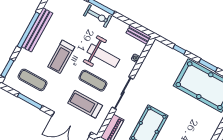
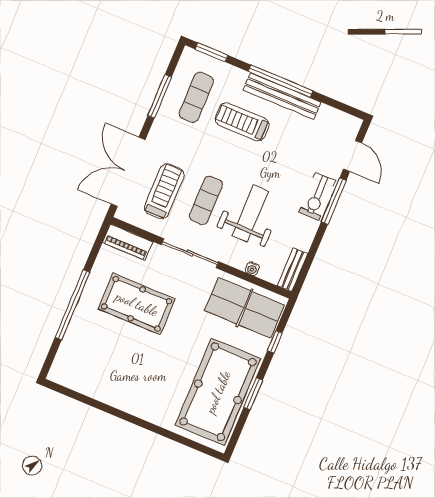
weight bench: (103, 56) -> (250, 213), turned 180
treadmill: (61, 57) -> (242, 122), moved
table tennis table: (158, 65) -> (245, 308), added

